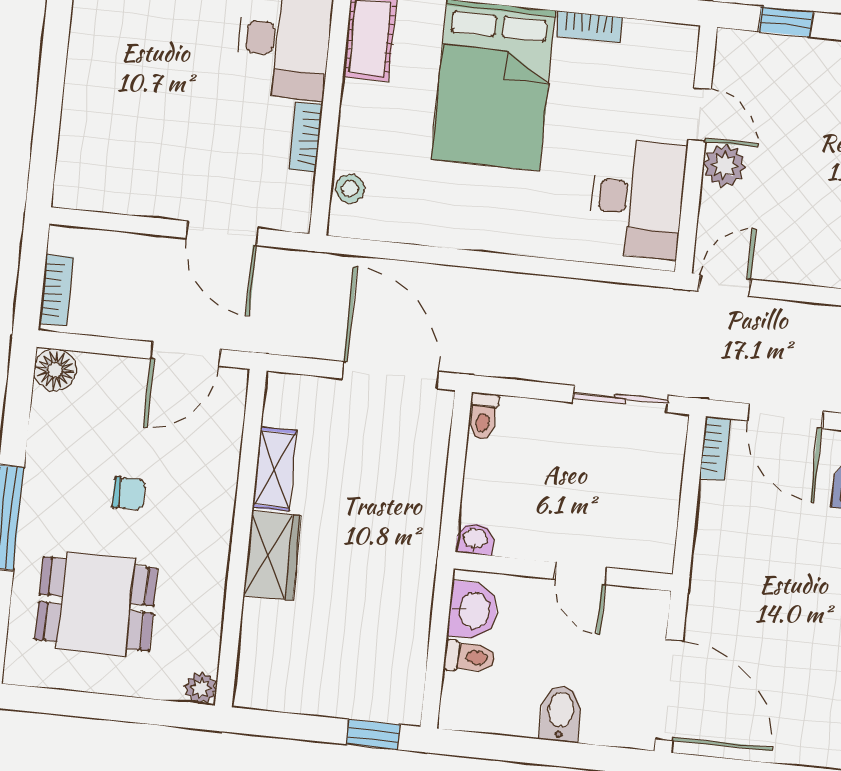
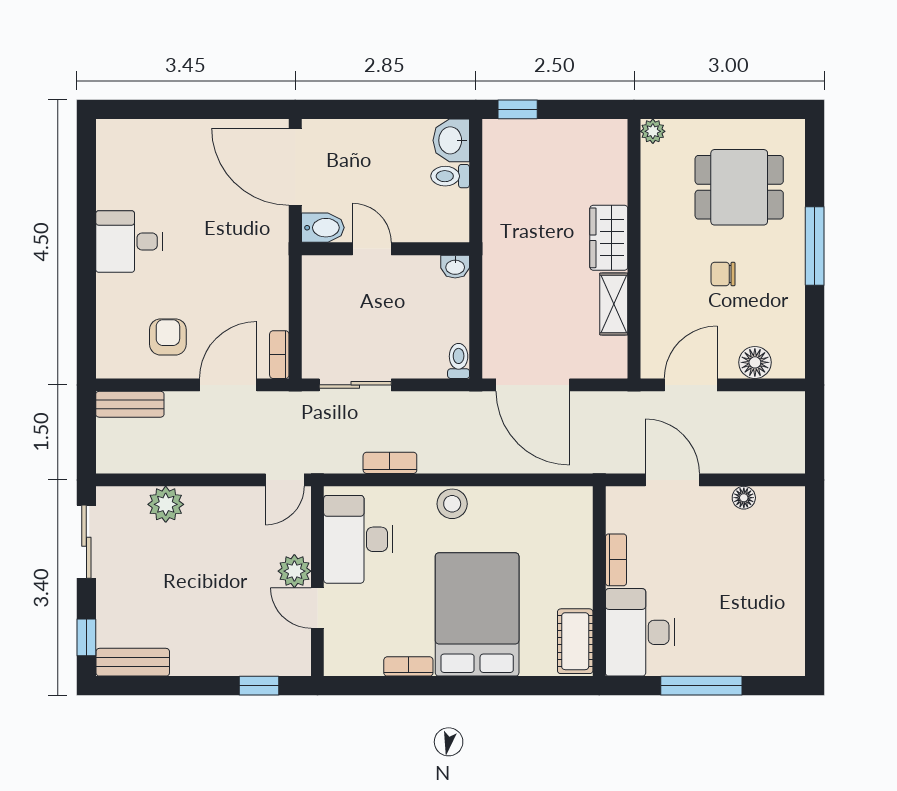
stool: (350, 189) -> (452, 504), moved, width x1.37, depth x1.37
floor lamp: (132, 201) -> (744, 498), added
bookcase: (56, 290) -> (390, 463), moved, turned 90
floor lamp: (55, 370) -> (755, 362), moved
door: (785, 416) -> (228, 385), hinge flipped
washbasin: (473, 610) -> (451, 140), moved
bidet: (561, 713) -> (323, 228), moved, turned -90

